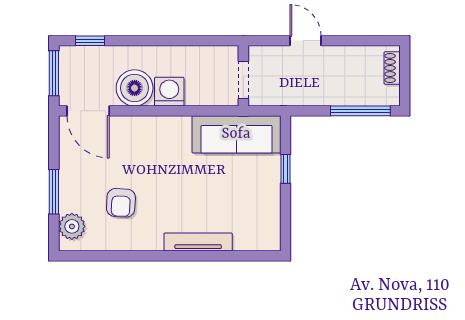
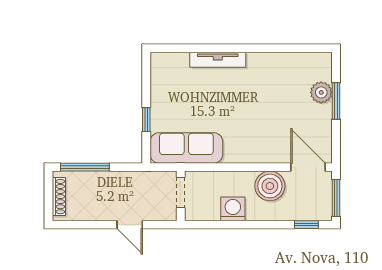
shoe rack: (392, 68) -> (59, 197), width x1.43
washing machine: (169, 92) -> (233, 209), moved, turned 180
armchair: (121, 203) -> (281, 92), removed
plant: (72, 226) -> (321, 92), moved

